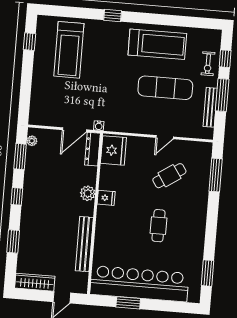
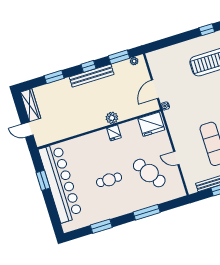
door: (74, 130) -> (155, 89), hinge flipped
dresser: (93, 149) -> (146, 108), removed
window: (216, 175) -> (147, 212), moved
cafe table: (169, 176) -> (149, 173), width x1.37, depth x1.35
bench: (84, 244) -> (92, 76), moved
window: (208, 273) -> (101, 226), moved

